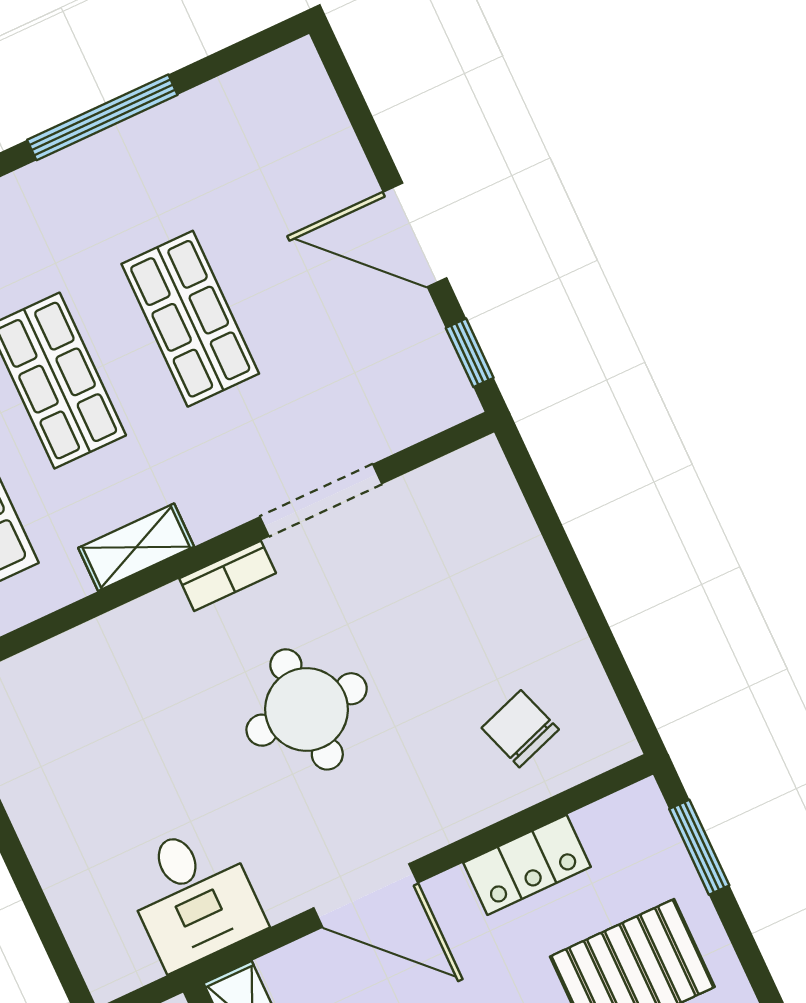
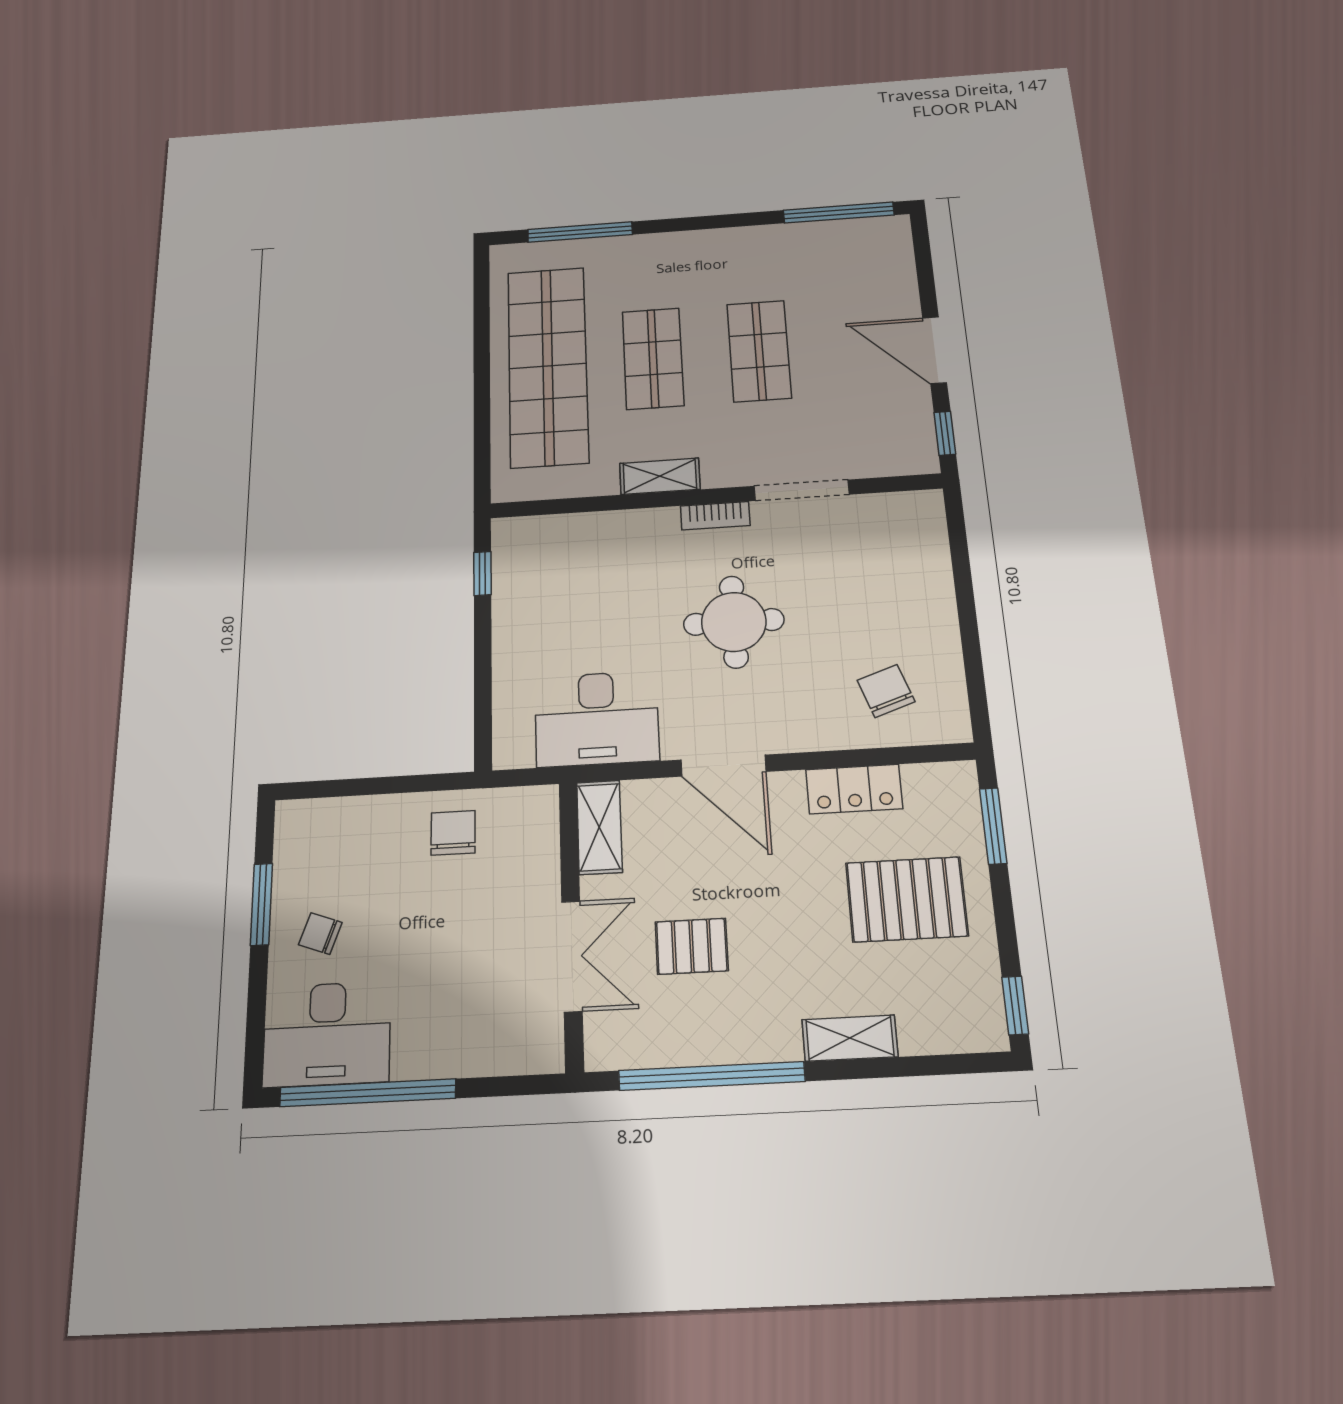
window: (102, 117) -> (839, 213), moved
desk: (193, 896) -> (597, 719), width x1.37

